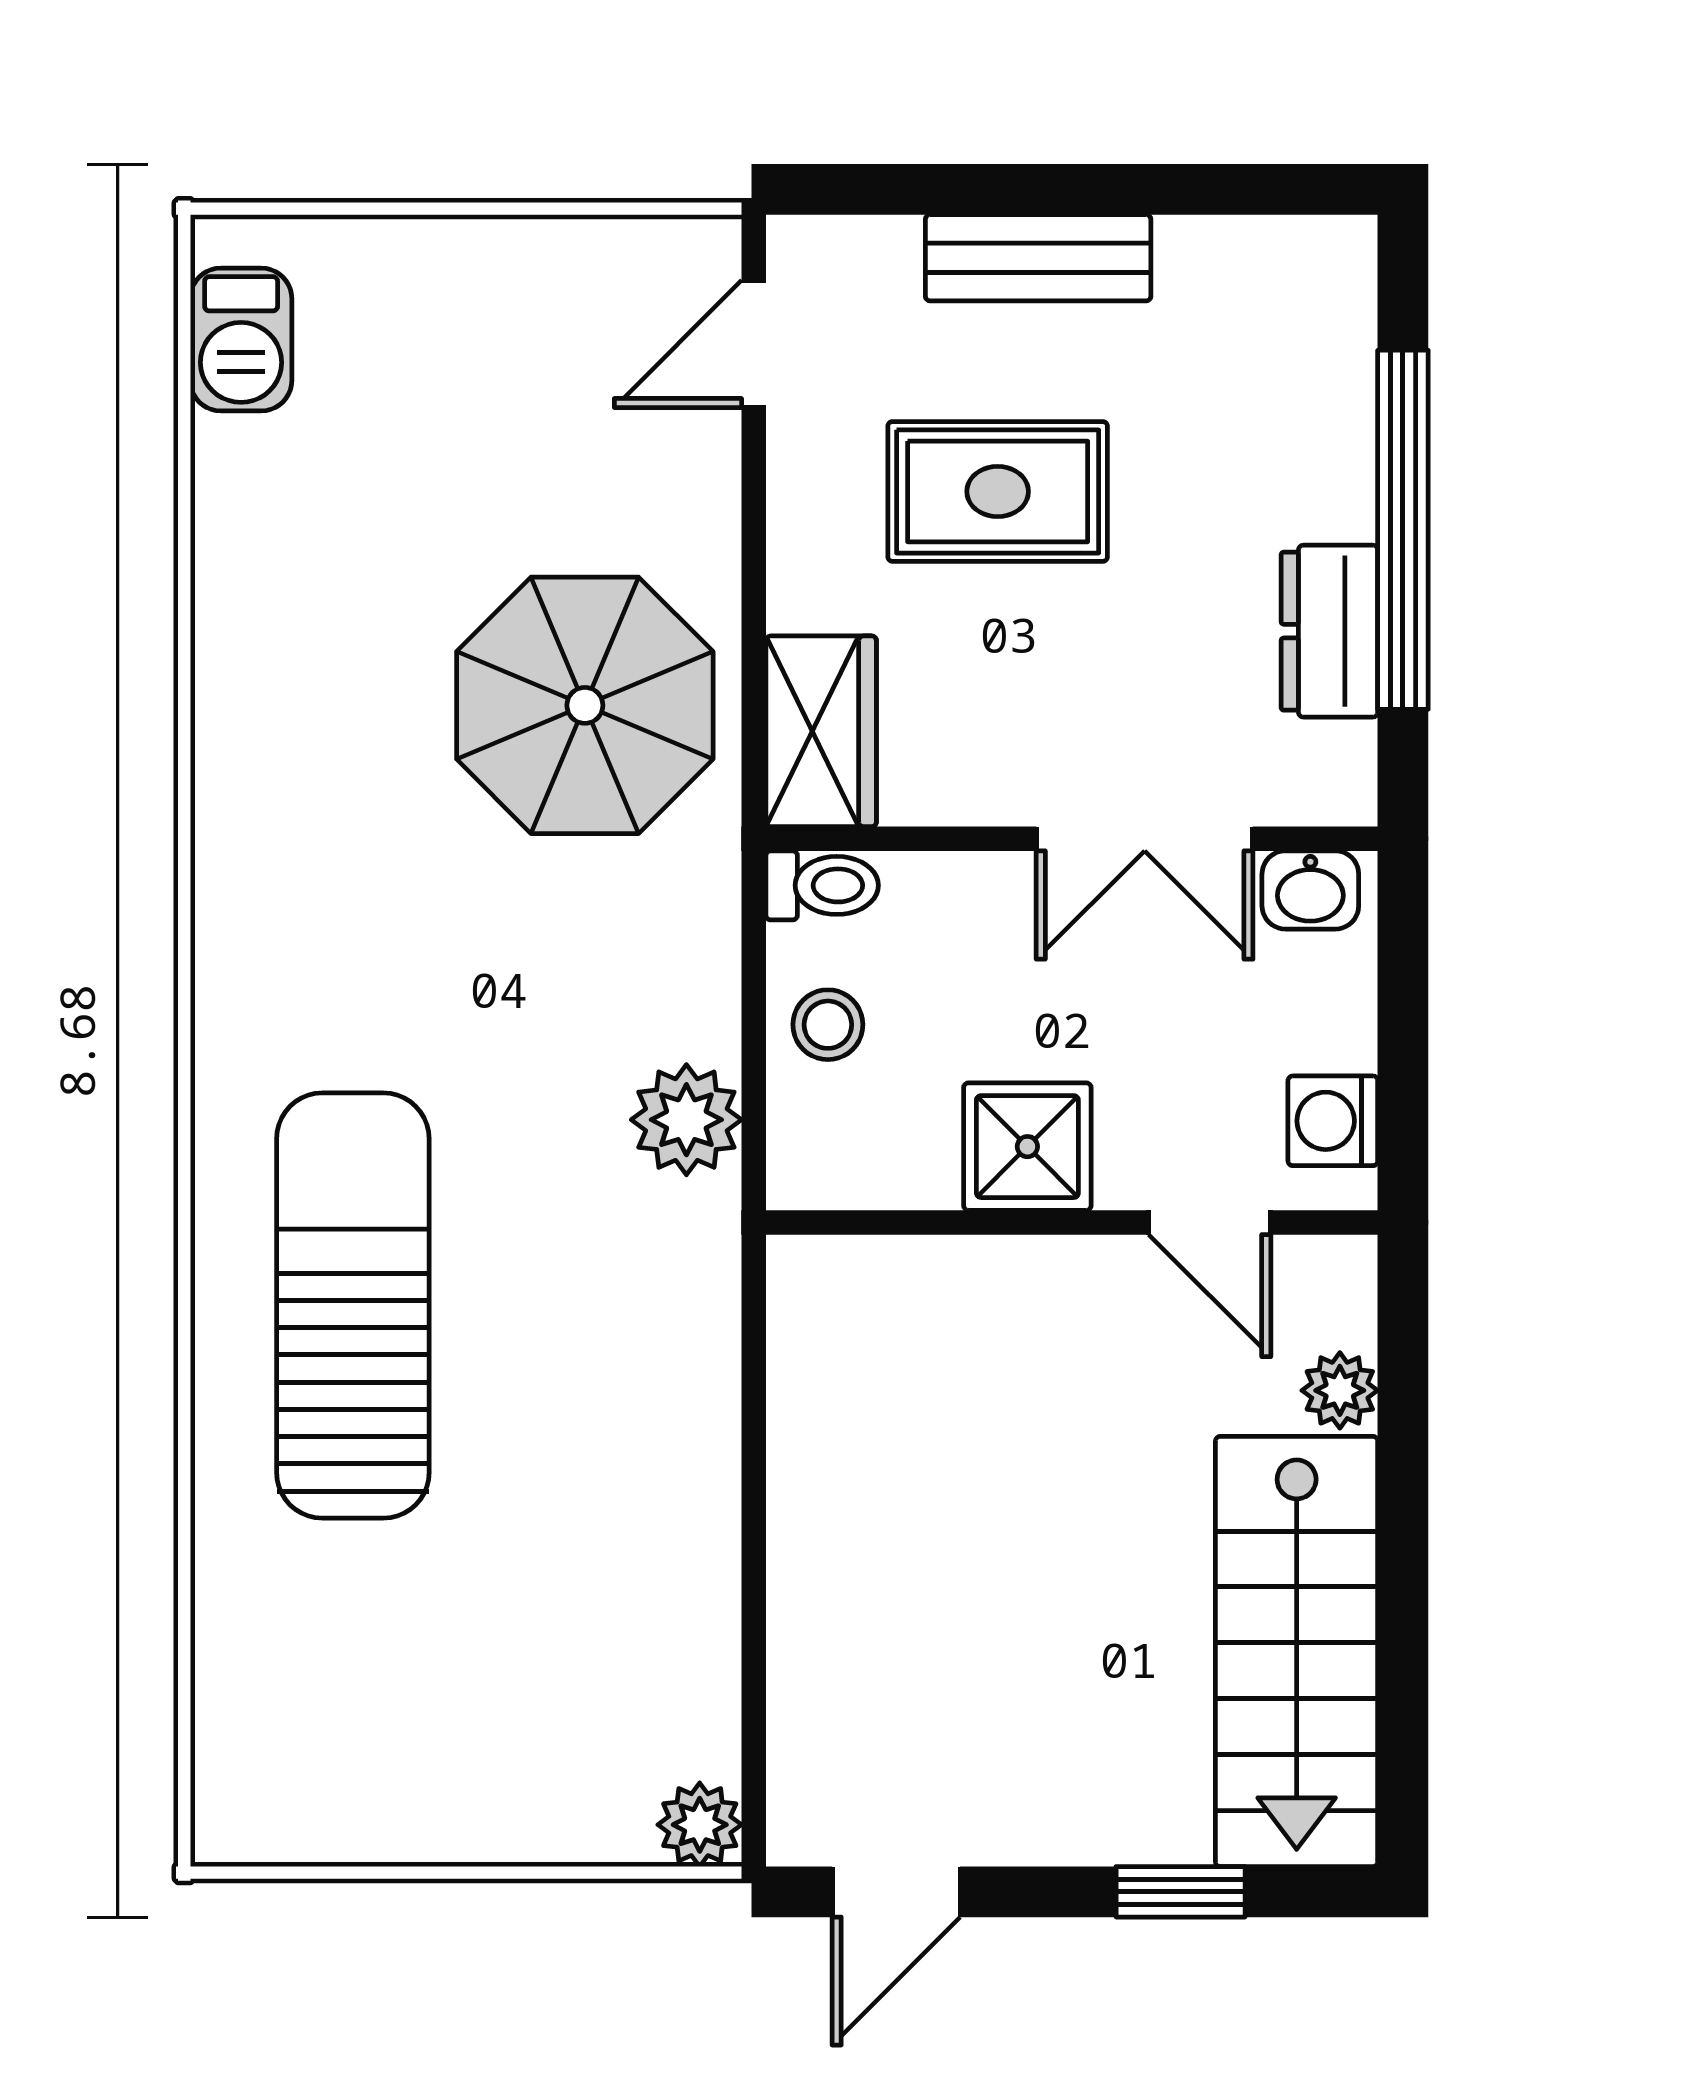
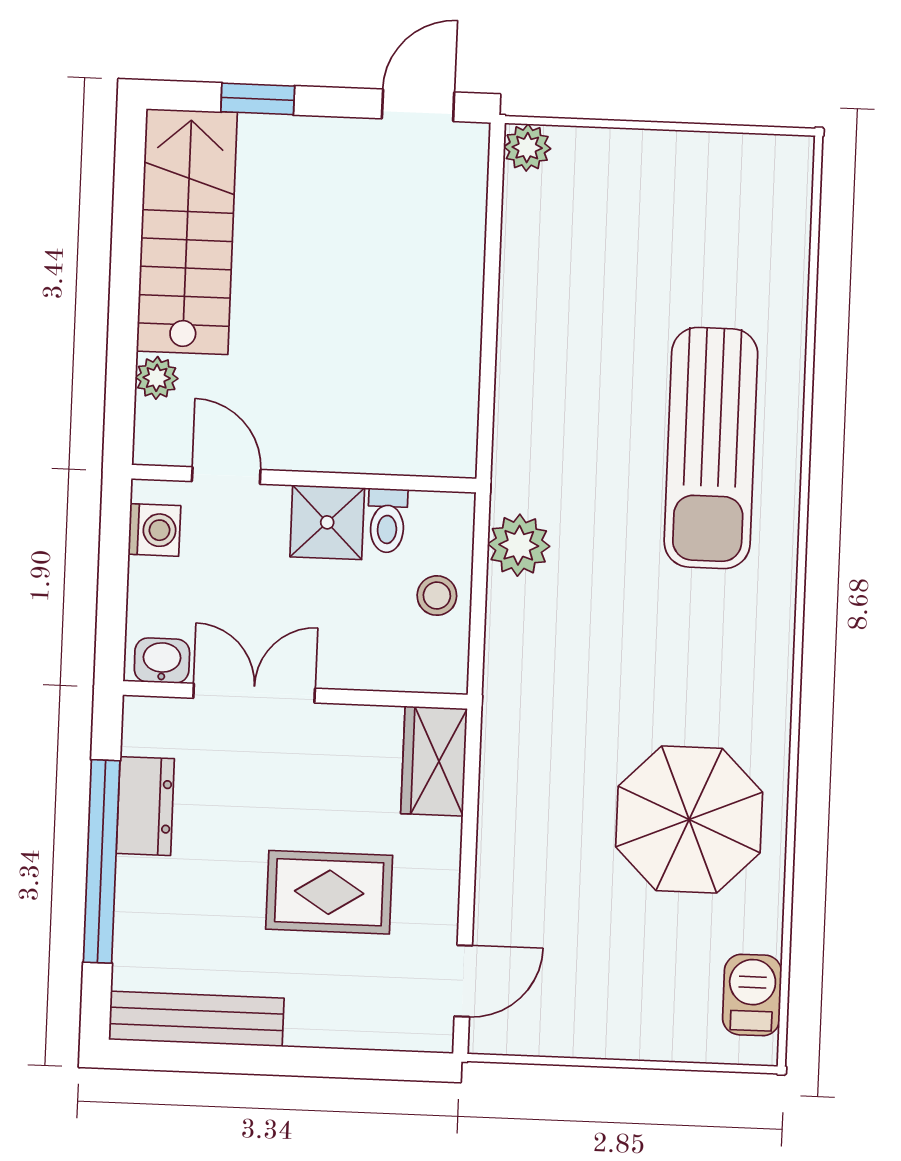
bench: (1038, 258) -> (196, 1019), moved, width x1.36
parasol: (585, 705) -> (689, 819), moved
toilet: (822, 885) -> (387, 521), moved, turned -90

